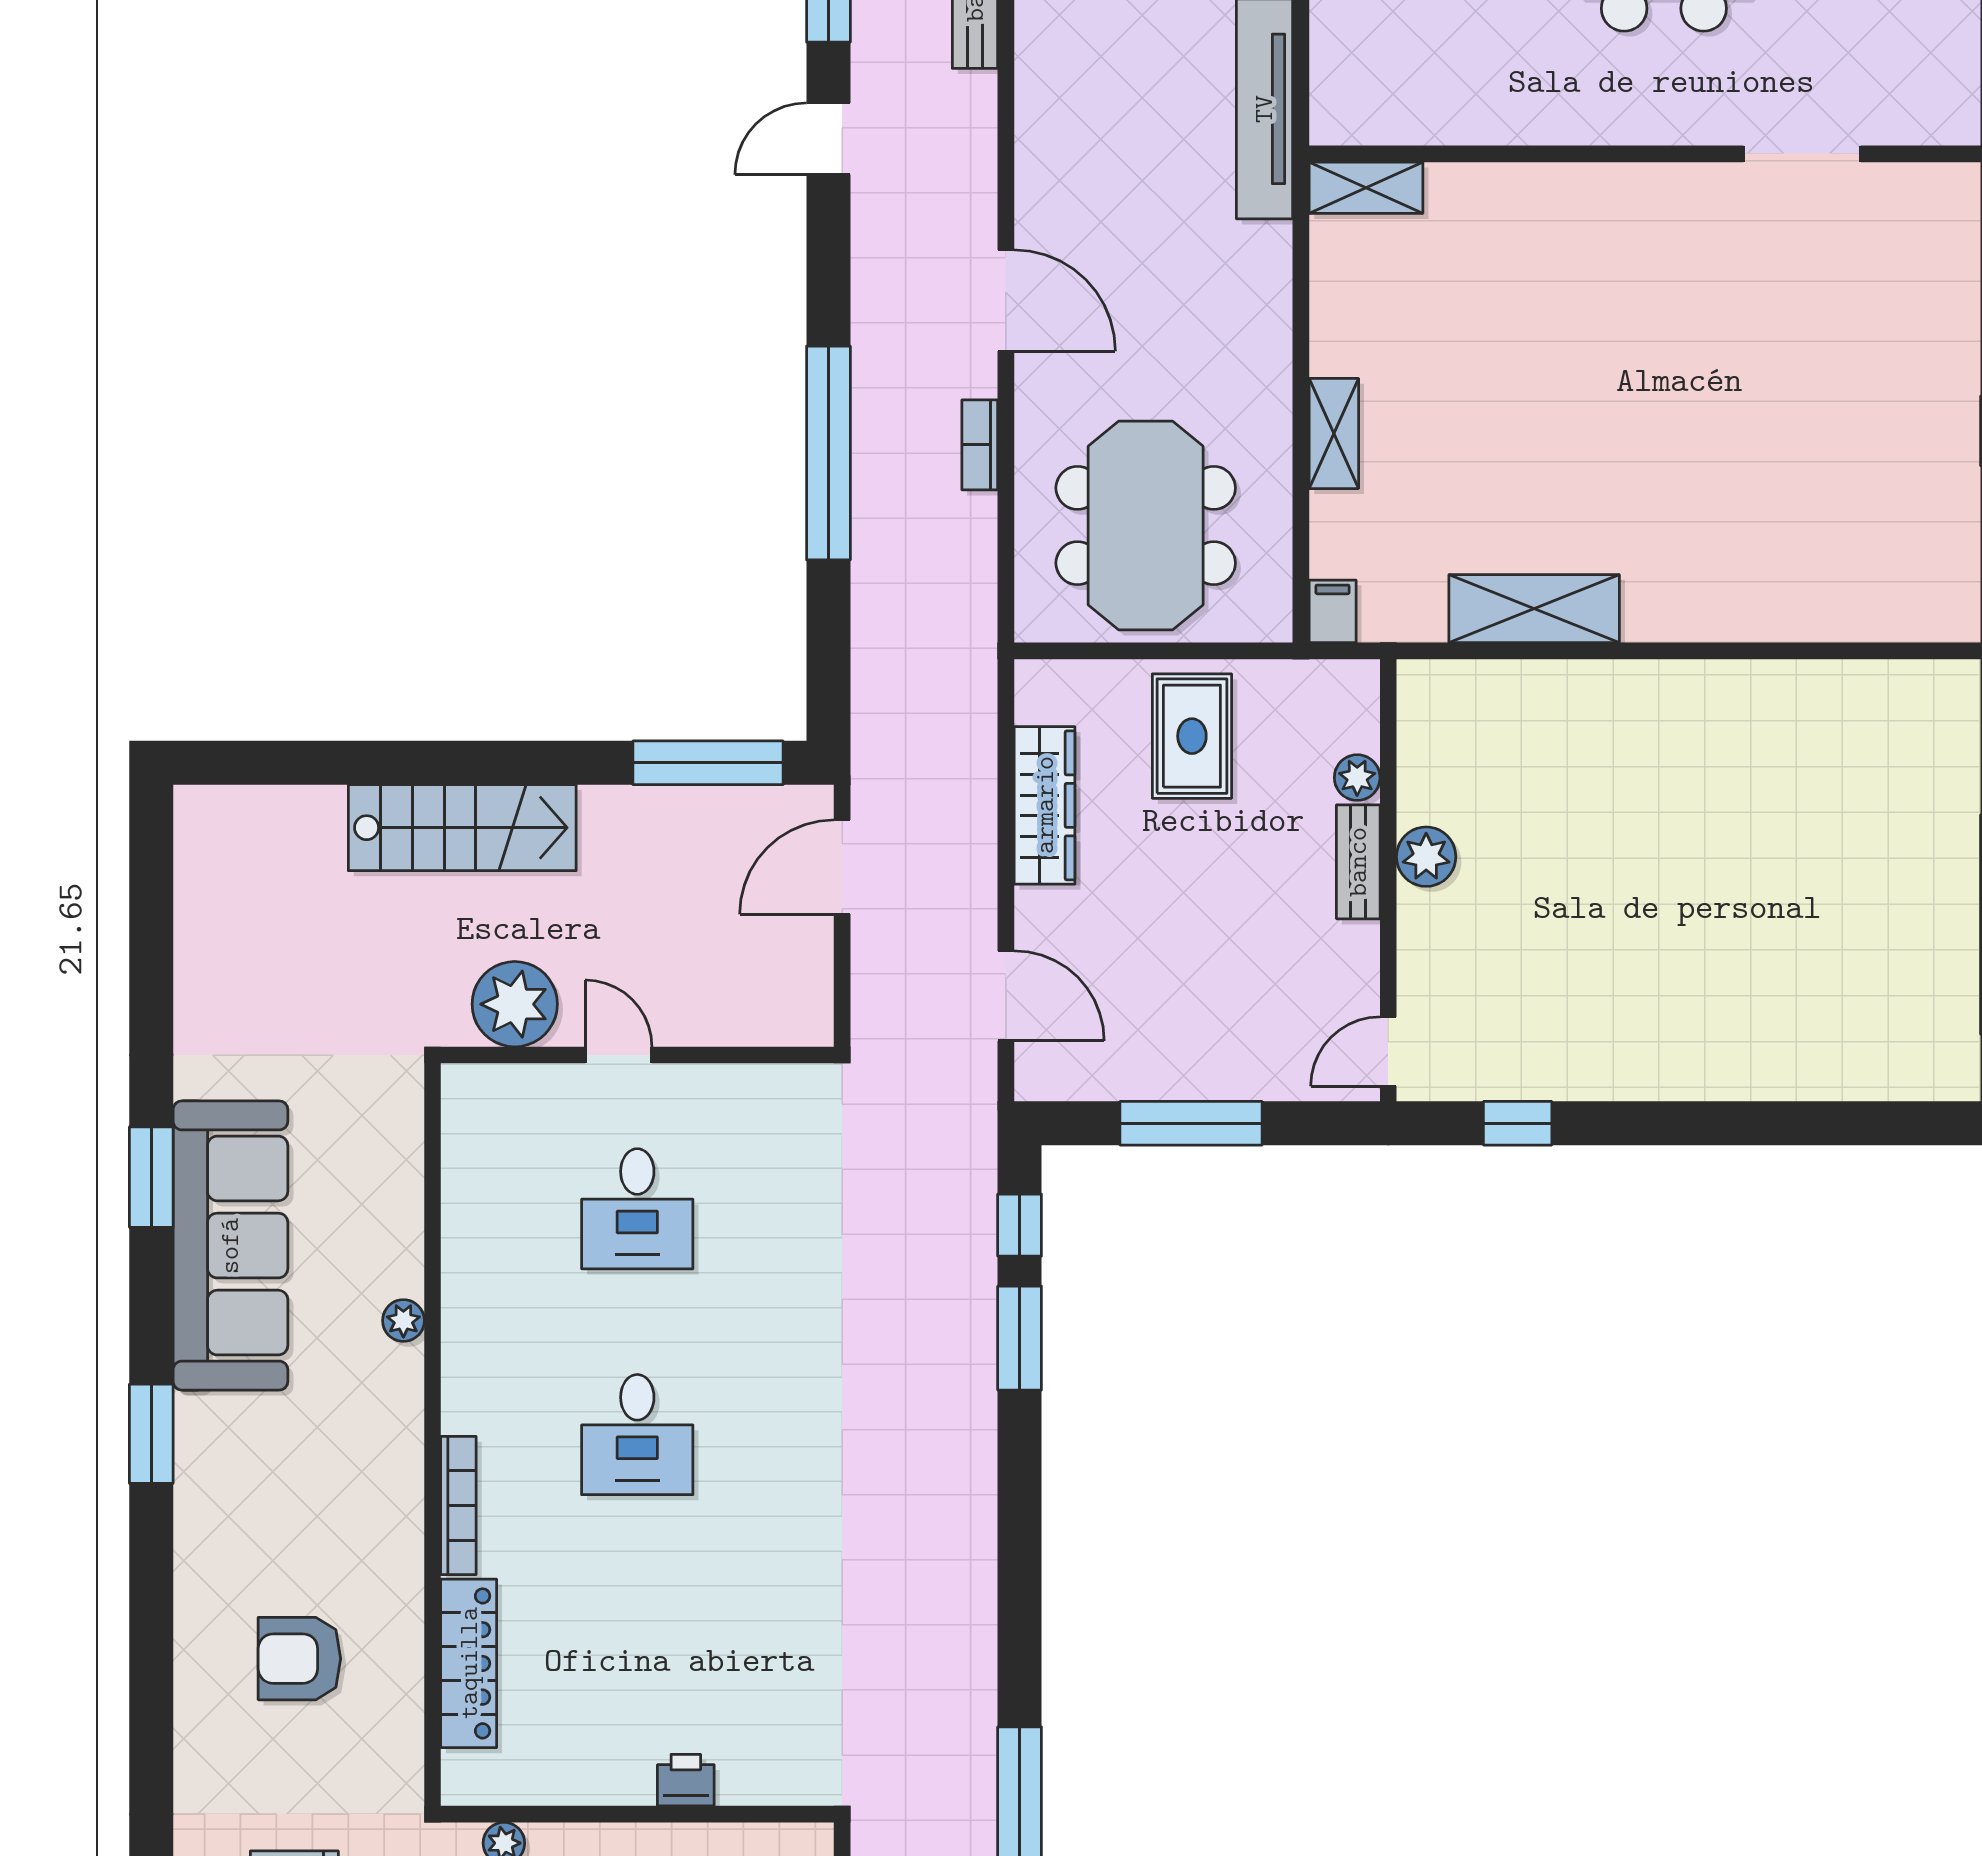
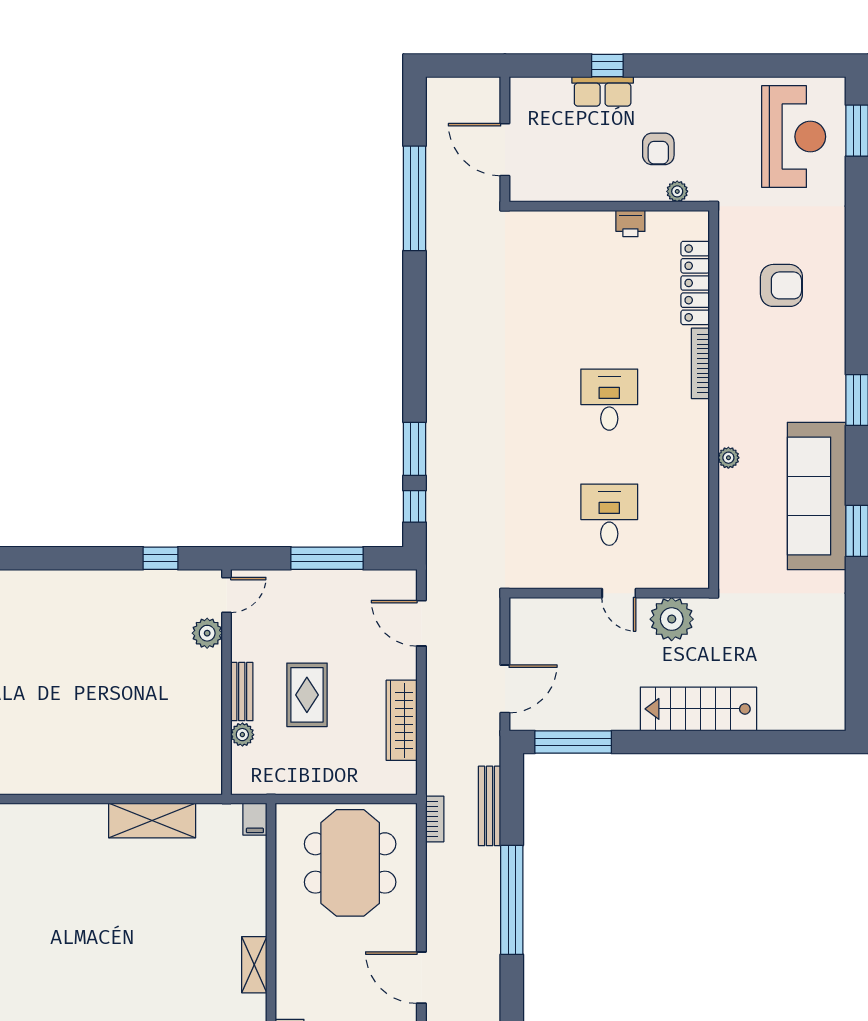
shelving: (1334, 434) -> (254, 965), moved
bookcase: (980, 445) -> (435, 819), moved
bench: (872, 637) -> (490, 806), added
rug: (1192, 736) -> (307, 695), moved
plant: (1426, 857) -> (207, 633), moved
printer: (686, 1780) -> (630, 224), moved

